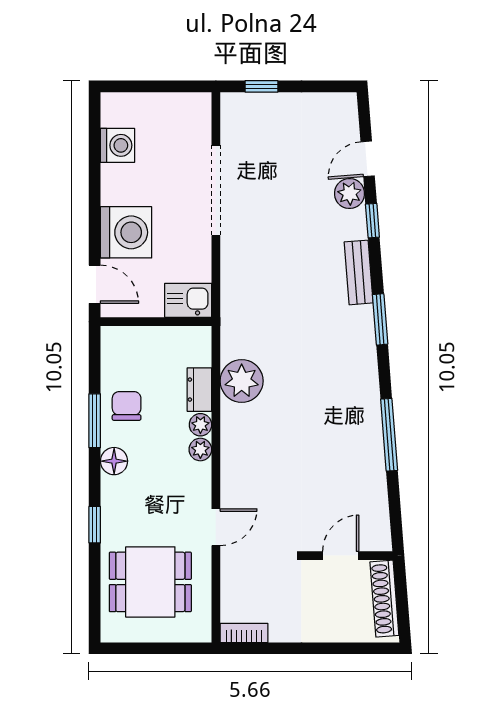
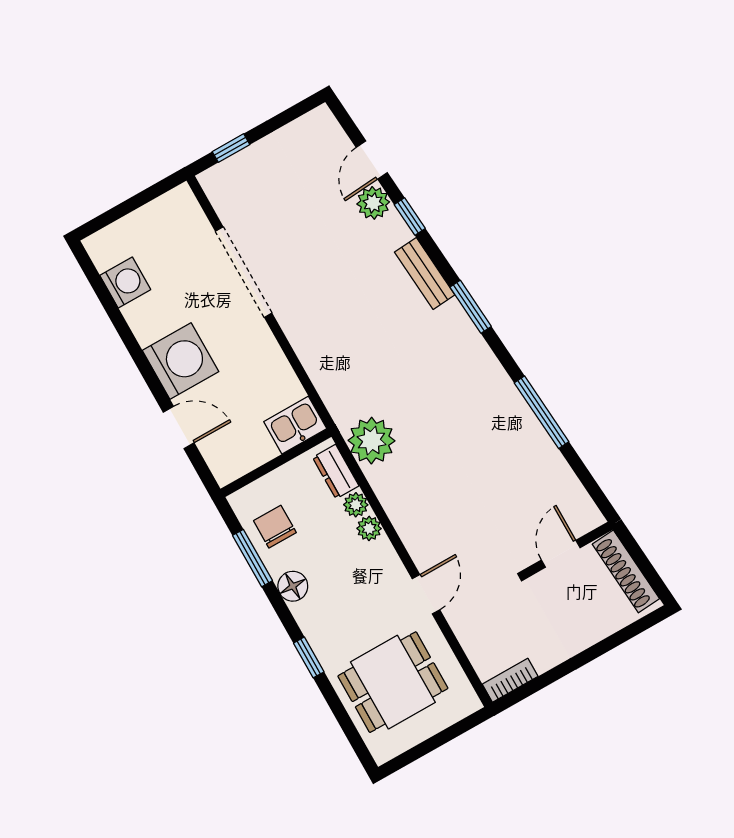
kitchen sink: (188, 300) -> (295, 425), moved
wall: (156, 322) -> (276, 463), moved

